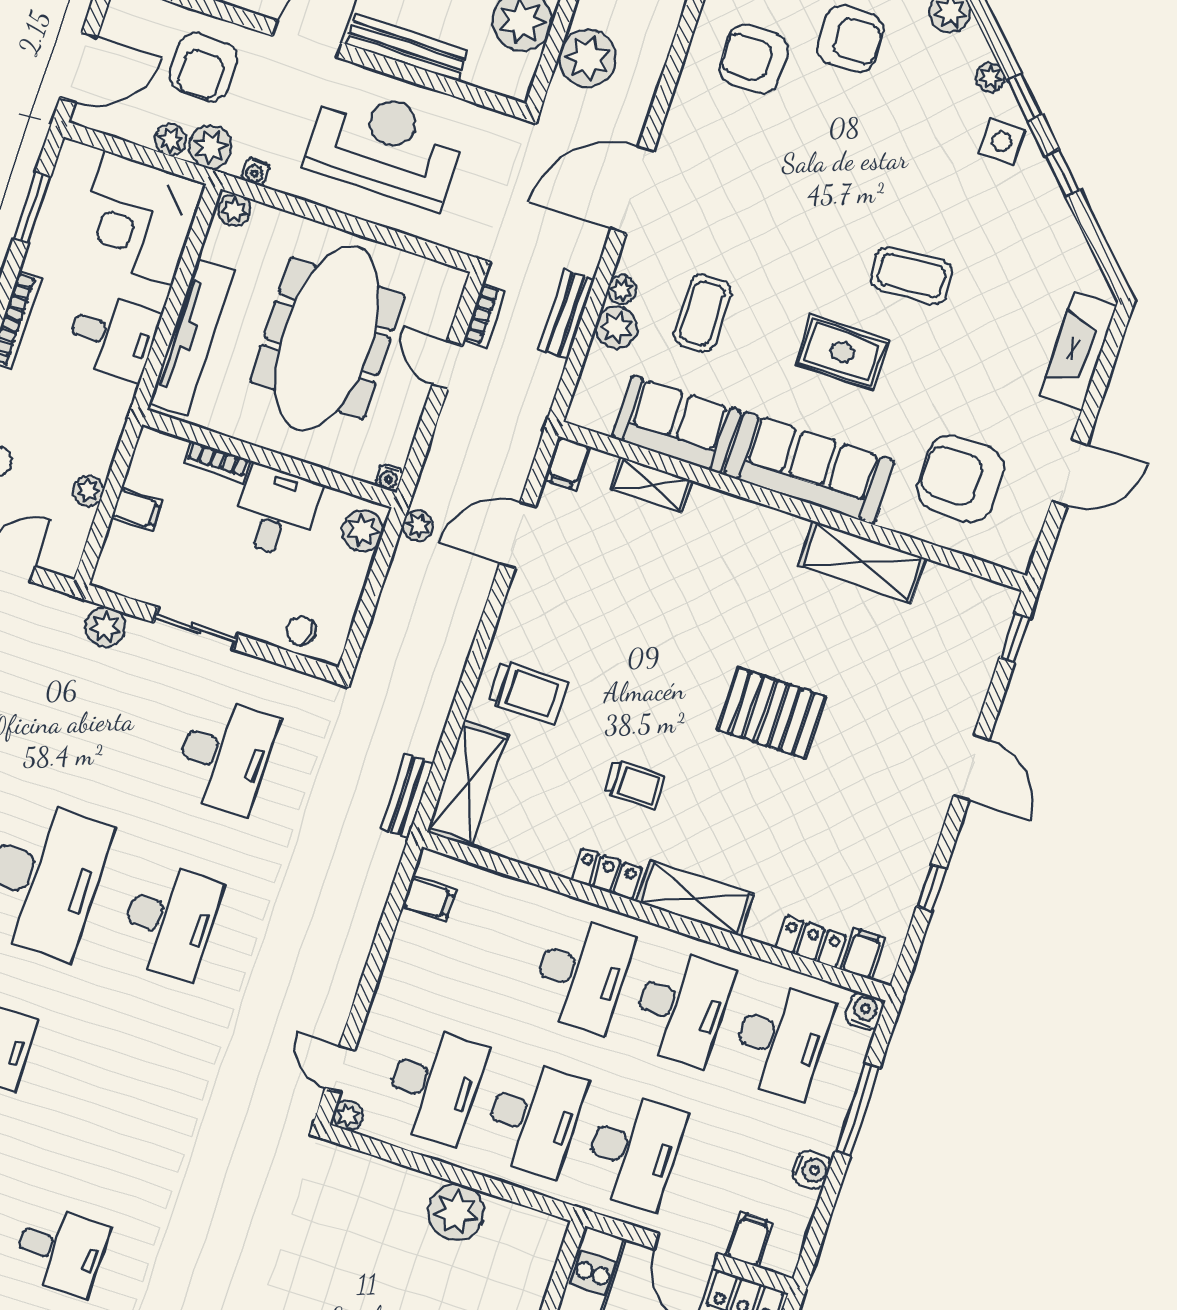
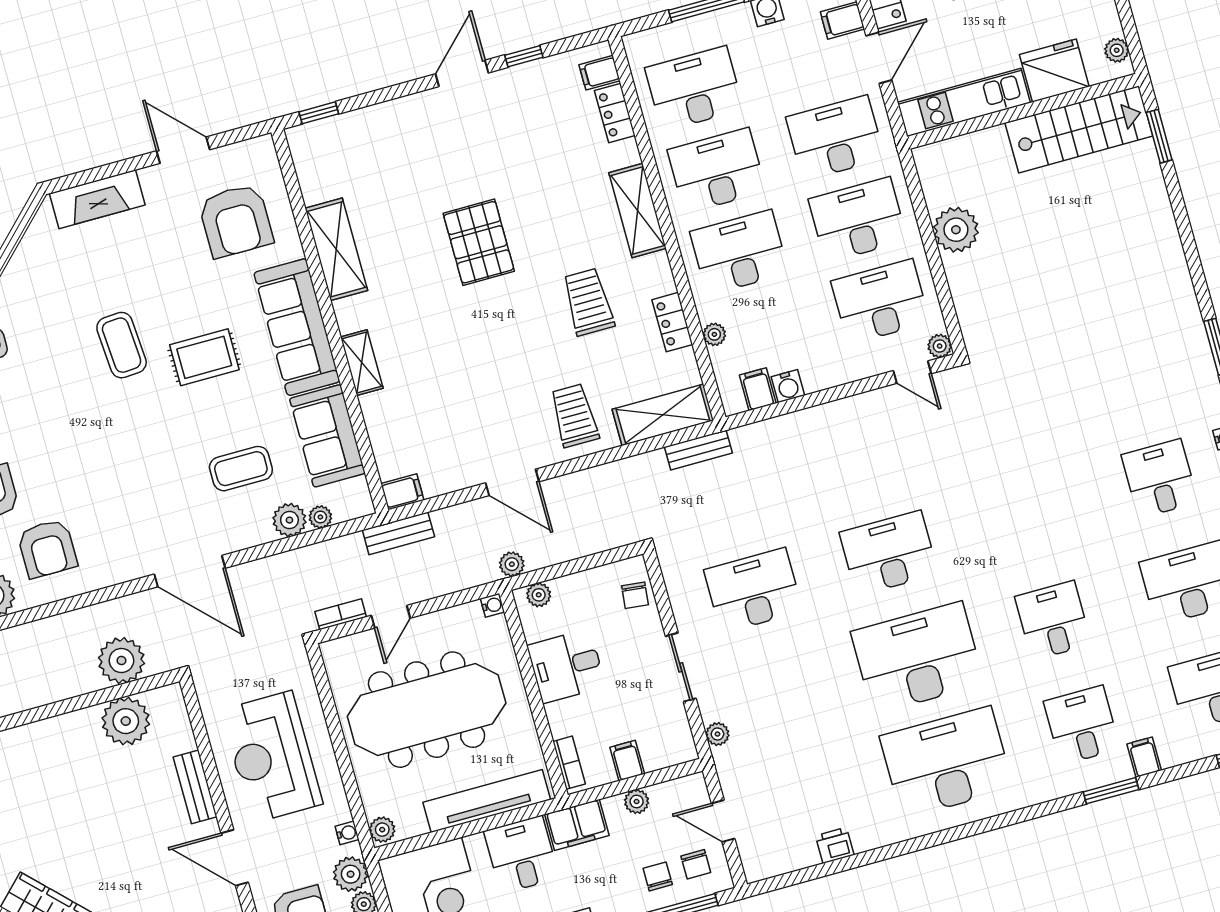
bench: (407, 47) -> (195, 787), width x0.73
plant: (622, 290) -> (320, 517), moved
bench: (566, 314) -> (398, 533), moved
rug: (842, 352) -> (204, 357), turned 90
filing cabinet: (105, 413) -> (577, 825), added
bookcase: (217, 462) -> (569, 763), moved
shelving: (652, 485) -> (362, 363), moved
plant: (363, 531) -> (539, 595), width x0.73, depth x0.73
door: (517, 535) -> (512, 482), moved
plant: (105, 627) -> (717, 734), width x0.73, depth x0.73
door: (971, 768) -> (462, 73), moved
trolley: (635, 785) -> (588, 302), width x1.36, depth x1.39
locker: (607, 874) -> (672, 322), moved
plant: (515, 892) -> (714, 334), added
water cooler: (865, 1011) -> (788, 386), moved, turned -90
door: (340, 1069) -> (912, 372), hinge flipped

